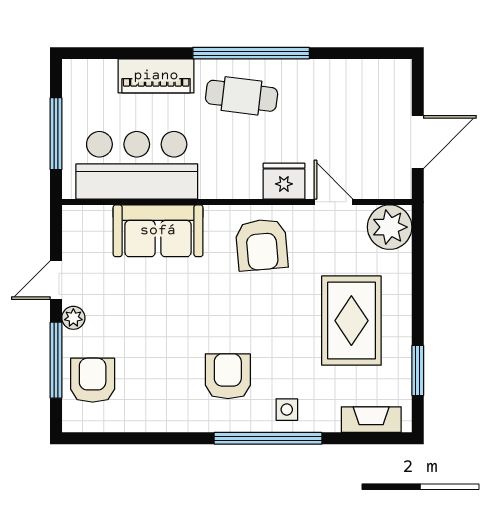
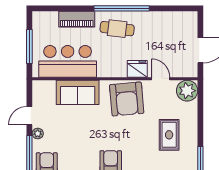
armchair: (262, 245) -> (127, 99), width x1.36, depth x1.36
rug: (351, 321) -> (169, 135), width x0.73, depth x0.70

